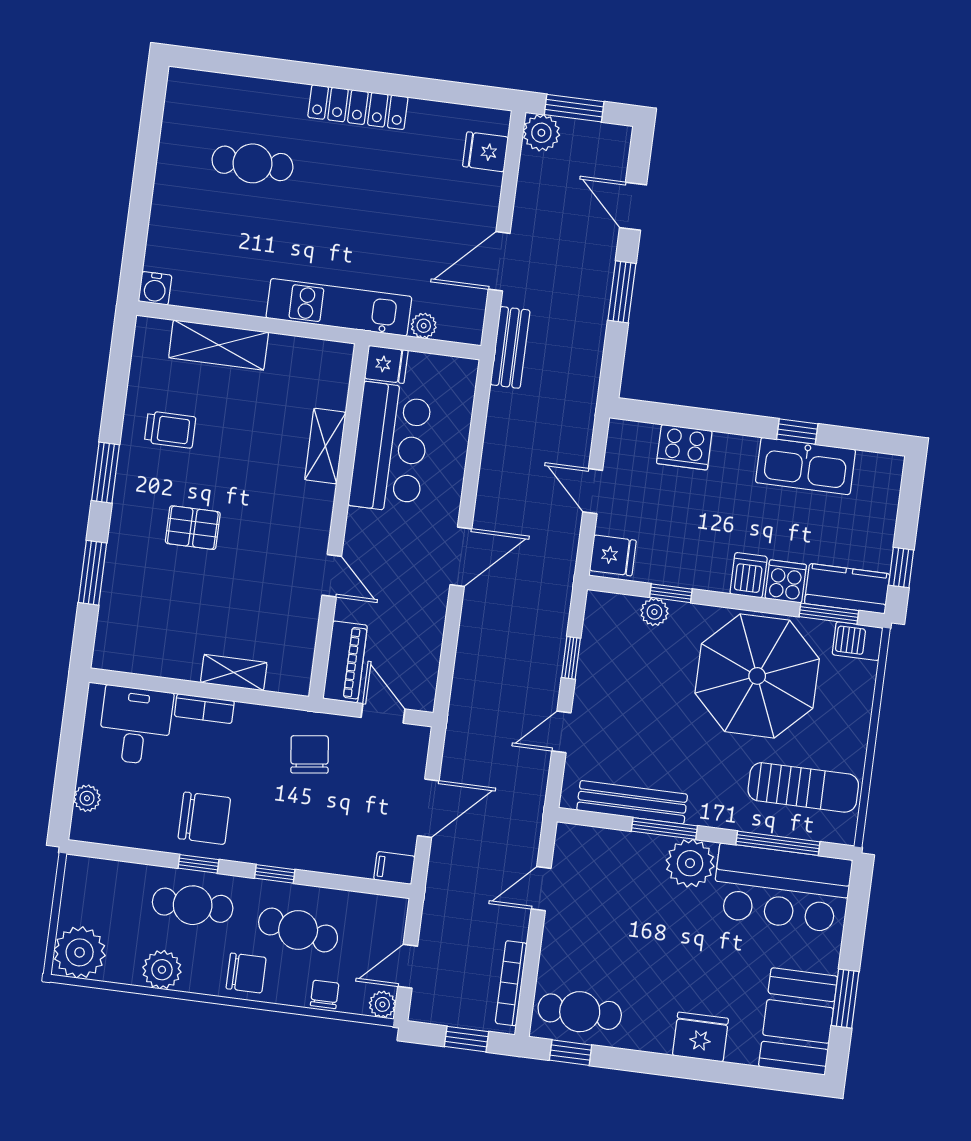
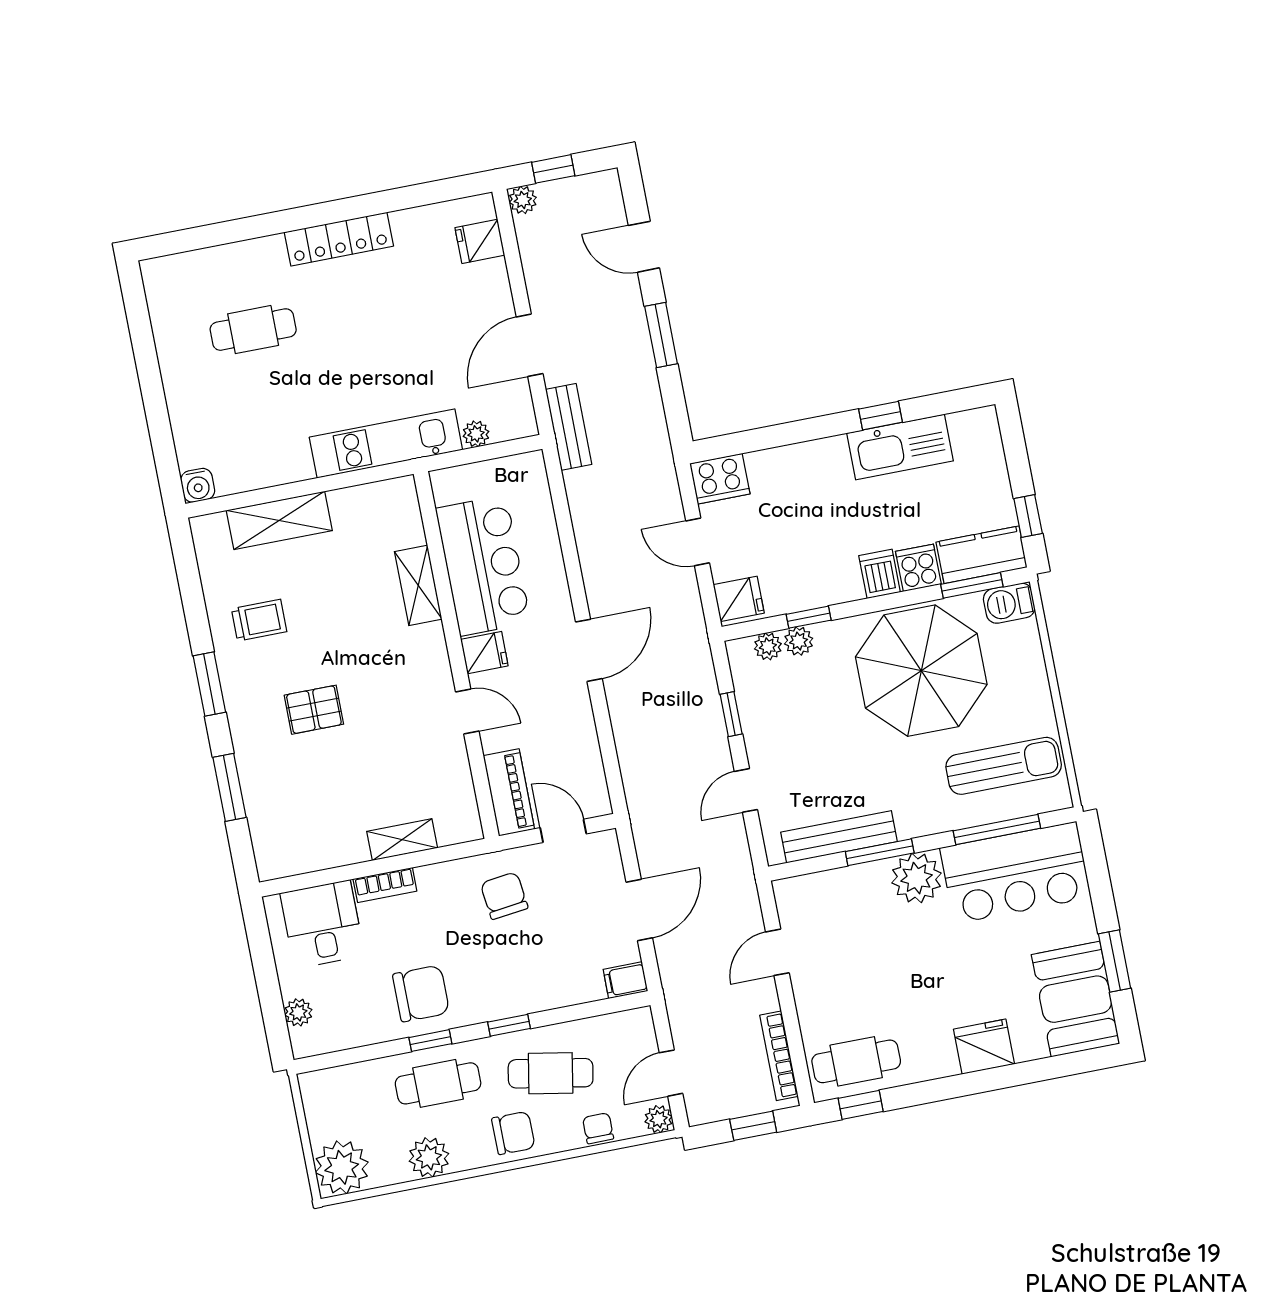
window: (574, 108) -> (553, 169), width x0.67
plant: (541, 133) -> (523, 200), width x0.73, depth x0.73
fridge: (386, 364) -> (484, 653), moved
cooker: (684, 447) -> (720, 479), moved
plant: (625, 607) -> (768, 646), added

